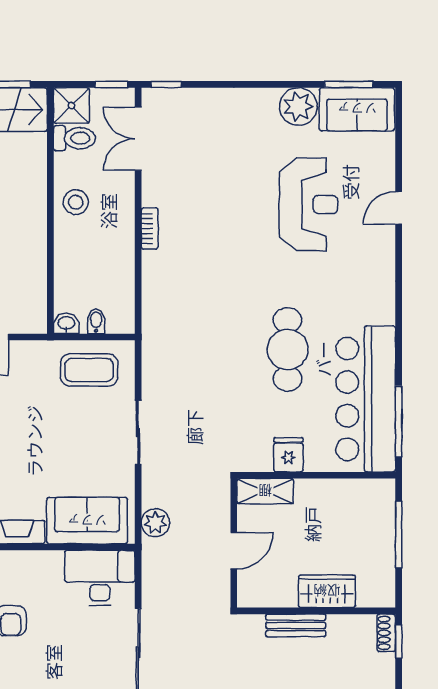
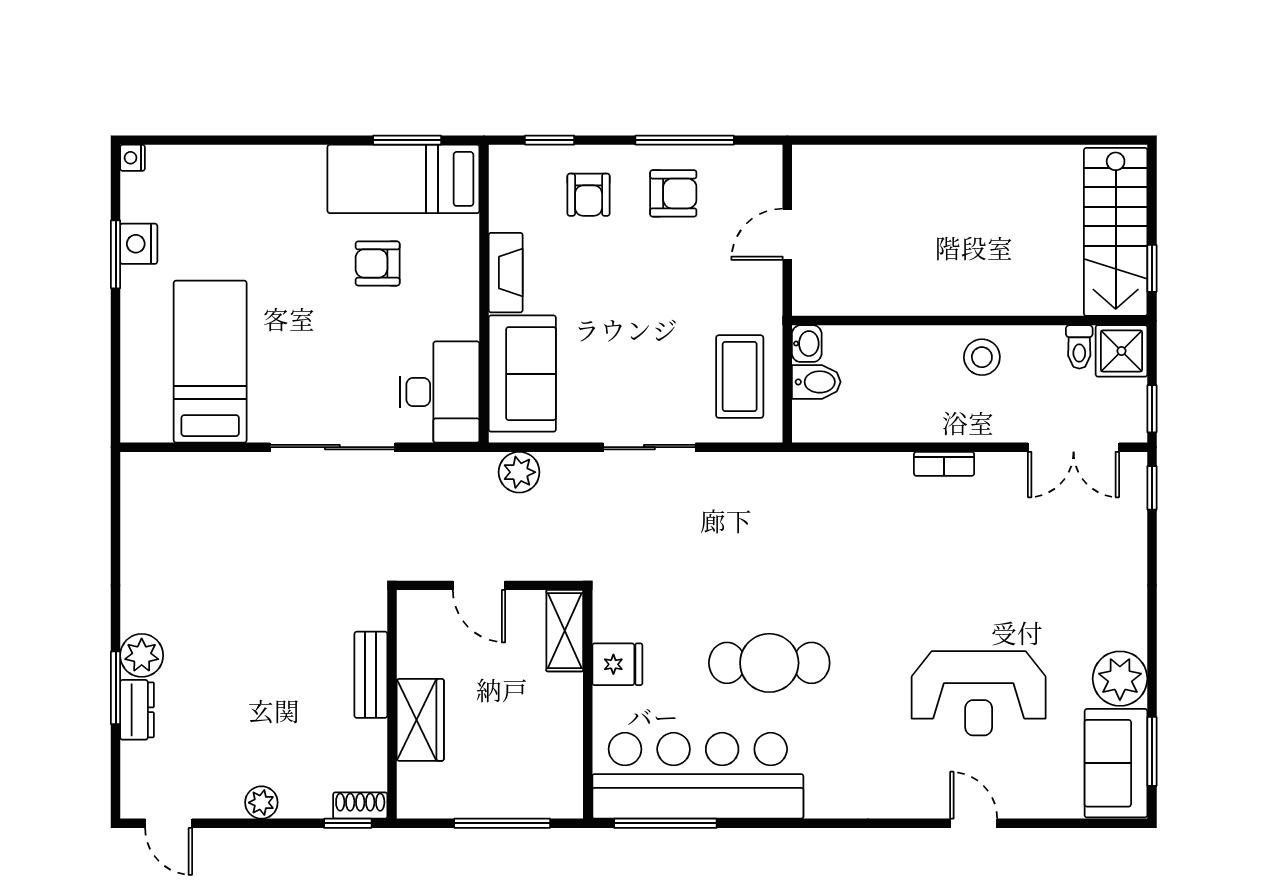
toilet: (74, 138) -> (1079, 347), width x0.73, depth x0.72
double door: (138, 139) -> (1074, 447), swing flipped
bidet: (96, 321) -> (816, 382), width x1.38, depth x1.36

